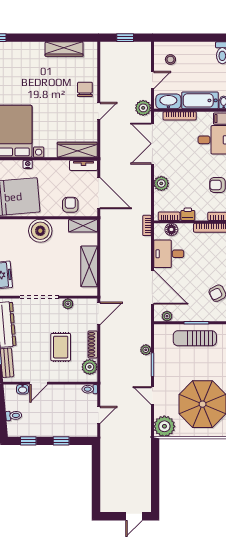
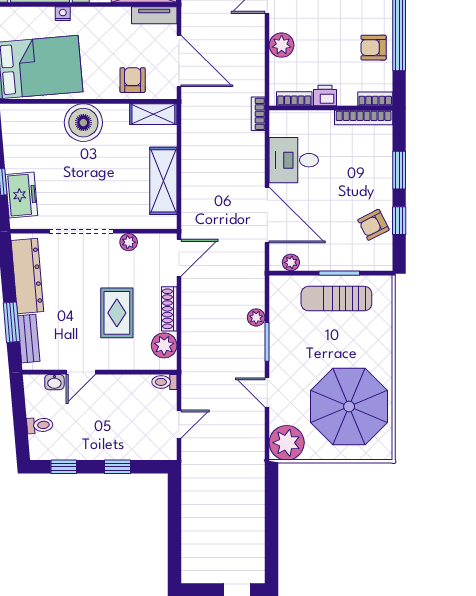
floor lamp: (171, 230) -> (298, 120), removed

